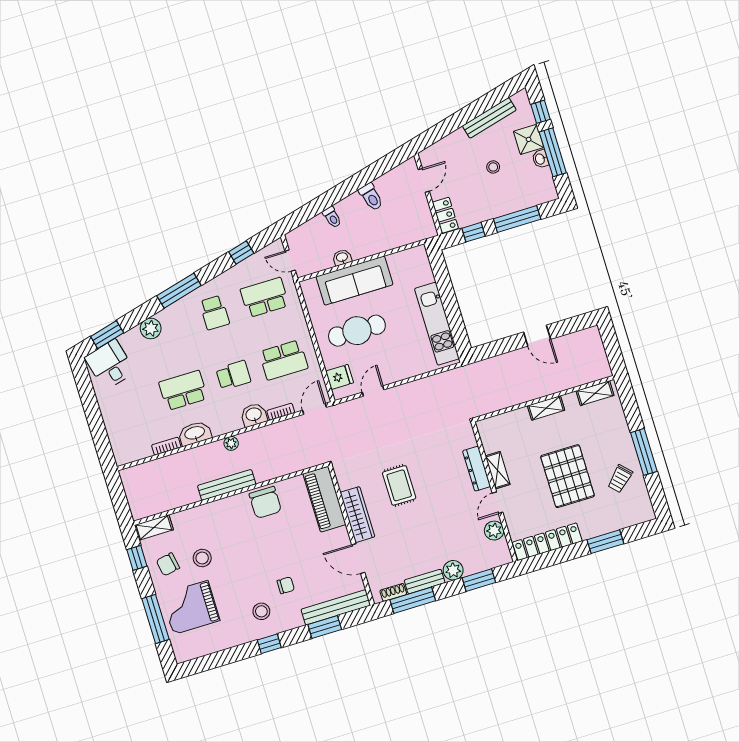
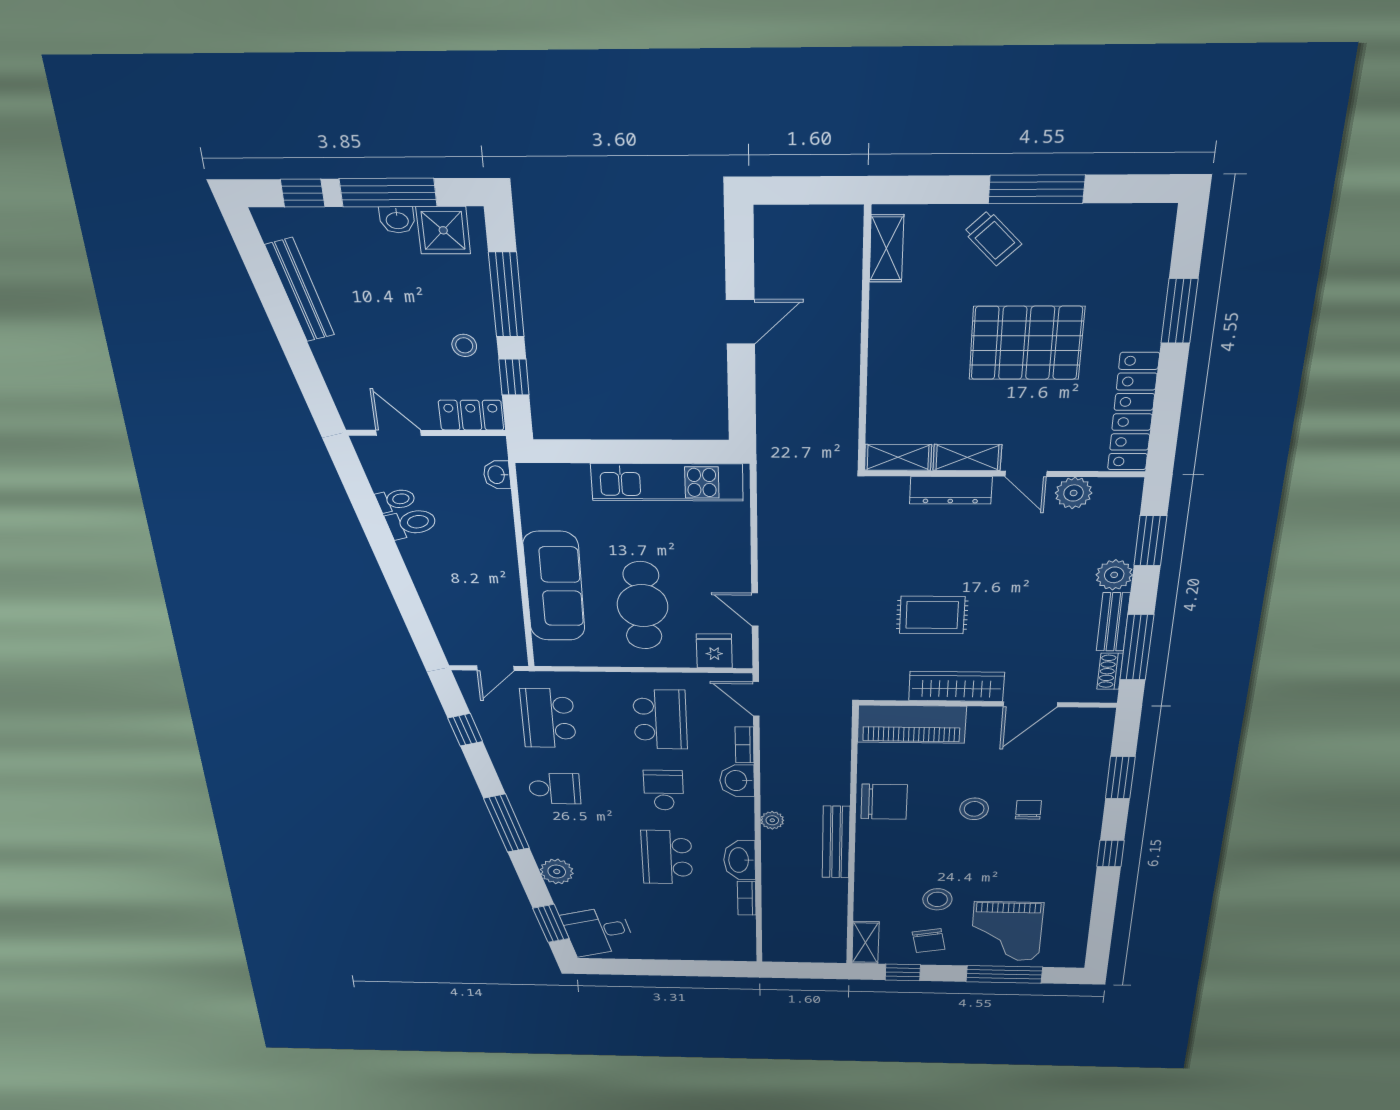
shower: (529, 139) -> (443, 230), moved
stool: (493, 167) -> (464, 345), moved
toilet: (332, 217) -> (396, 500), moved
washbasin: (342, 258) -> (497, 475), moved
shelving: (546, 408) -> (898, 457), moved, turned 90
trolley: (620, 479) -> (993, 238), moved
bench: (336, 607) -> (1096, 755), removed
stool: (261, 611) -> (974, 809), moved

